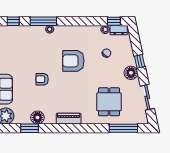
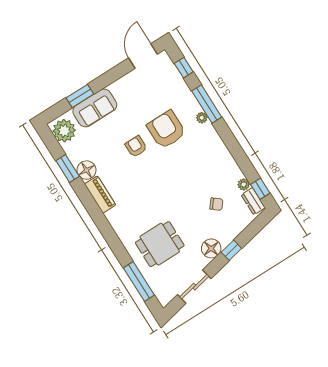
armchair: (73, 61) -> (166, 130), moved
piano: (69, 119) -> (100, 195), moved

